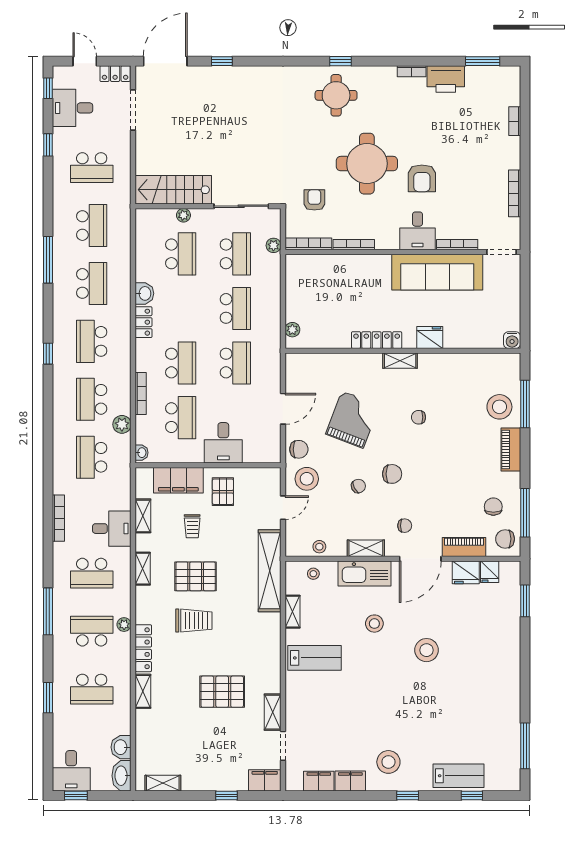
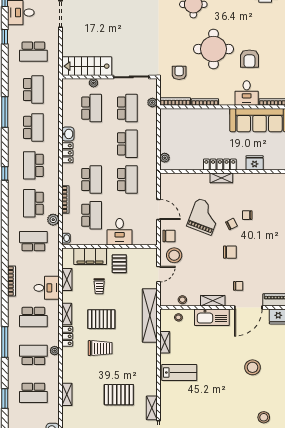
shelving: (400, 361) -> (221, 178), moved
door: (283, 409) -> (159, 209), hinge flipped
school desk: (92, 457) -> (33, 241), turned 90
chair: (358, 486) -> (231, 224), moved
stool: (374, 624) -> (264, 417), moved
locker: (143, 648) -> (67, 336), moved, width x0.66

